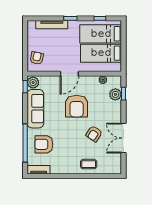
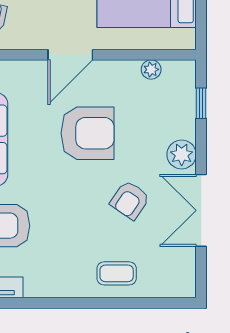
plant: (115, 94) -> (182, 154), moved
armchair: (77, 106) -> (88, 133), turned -90

